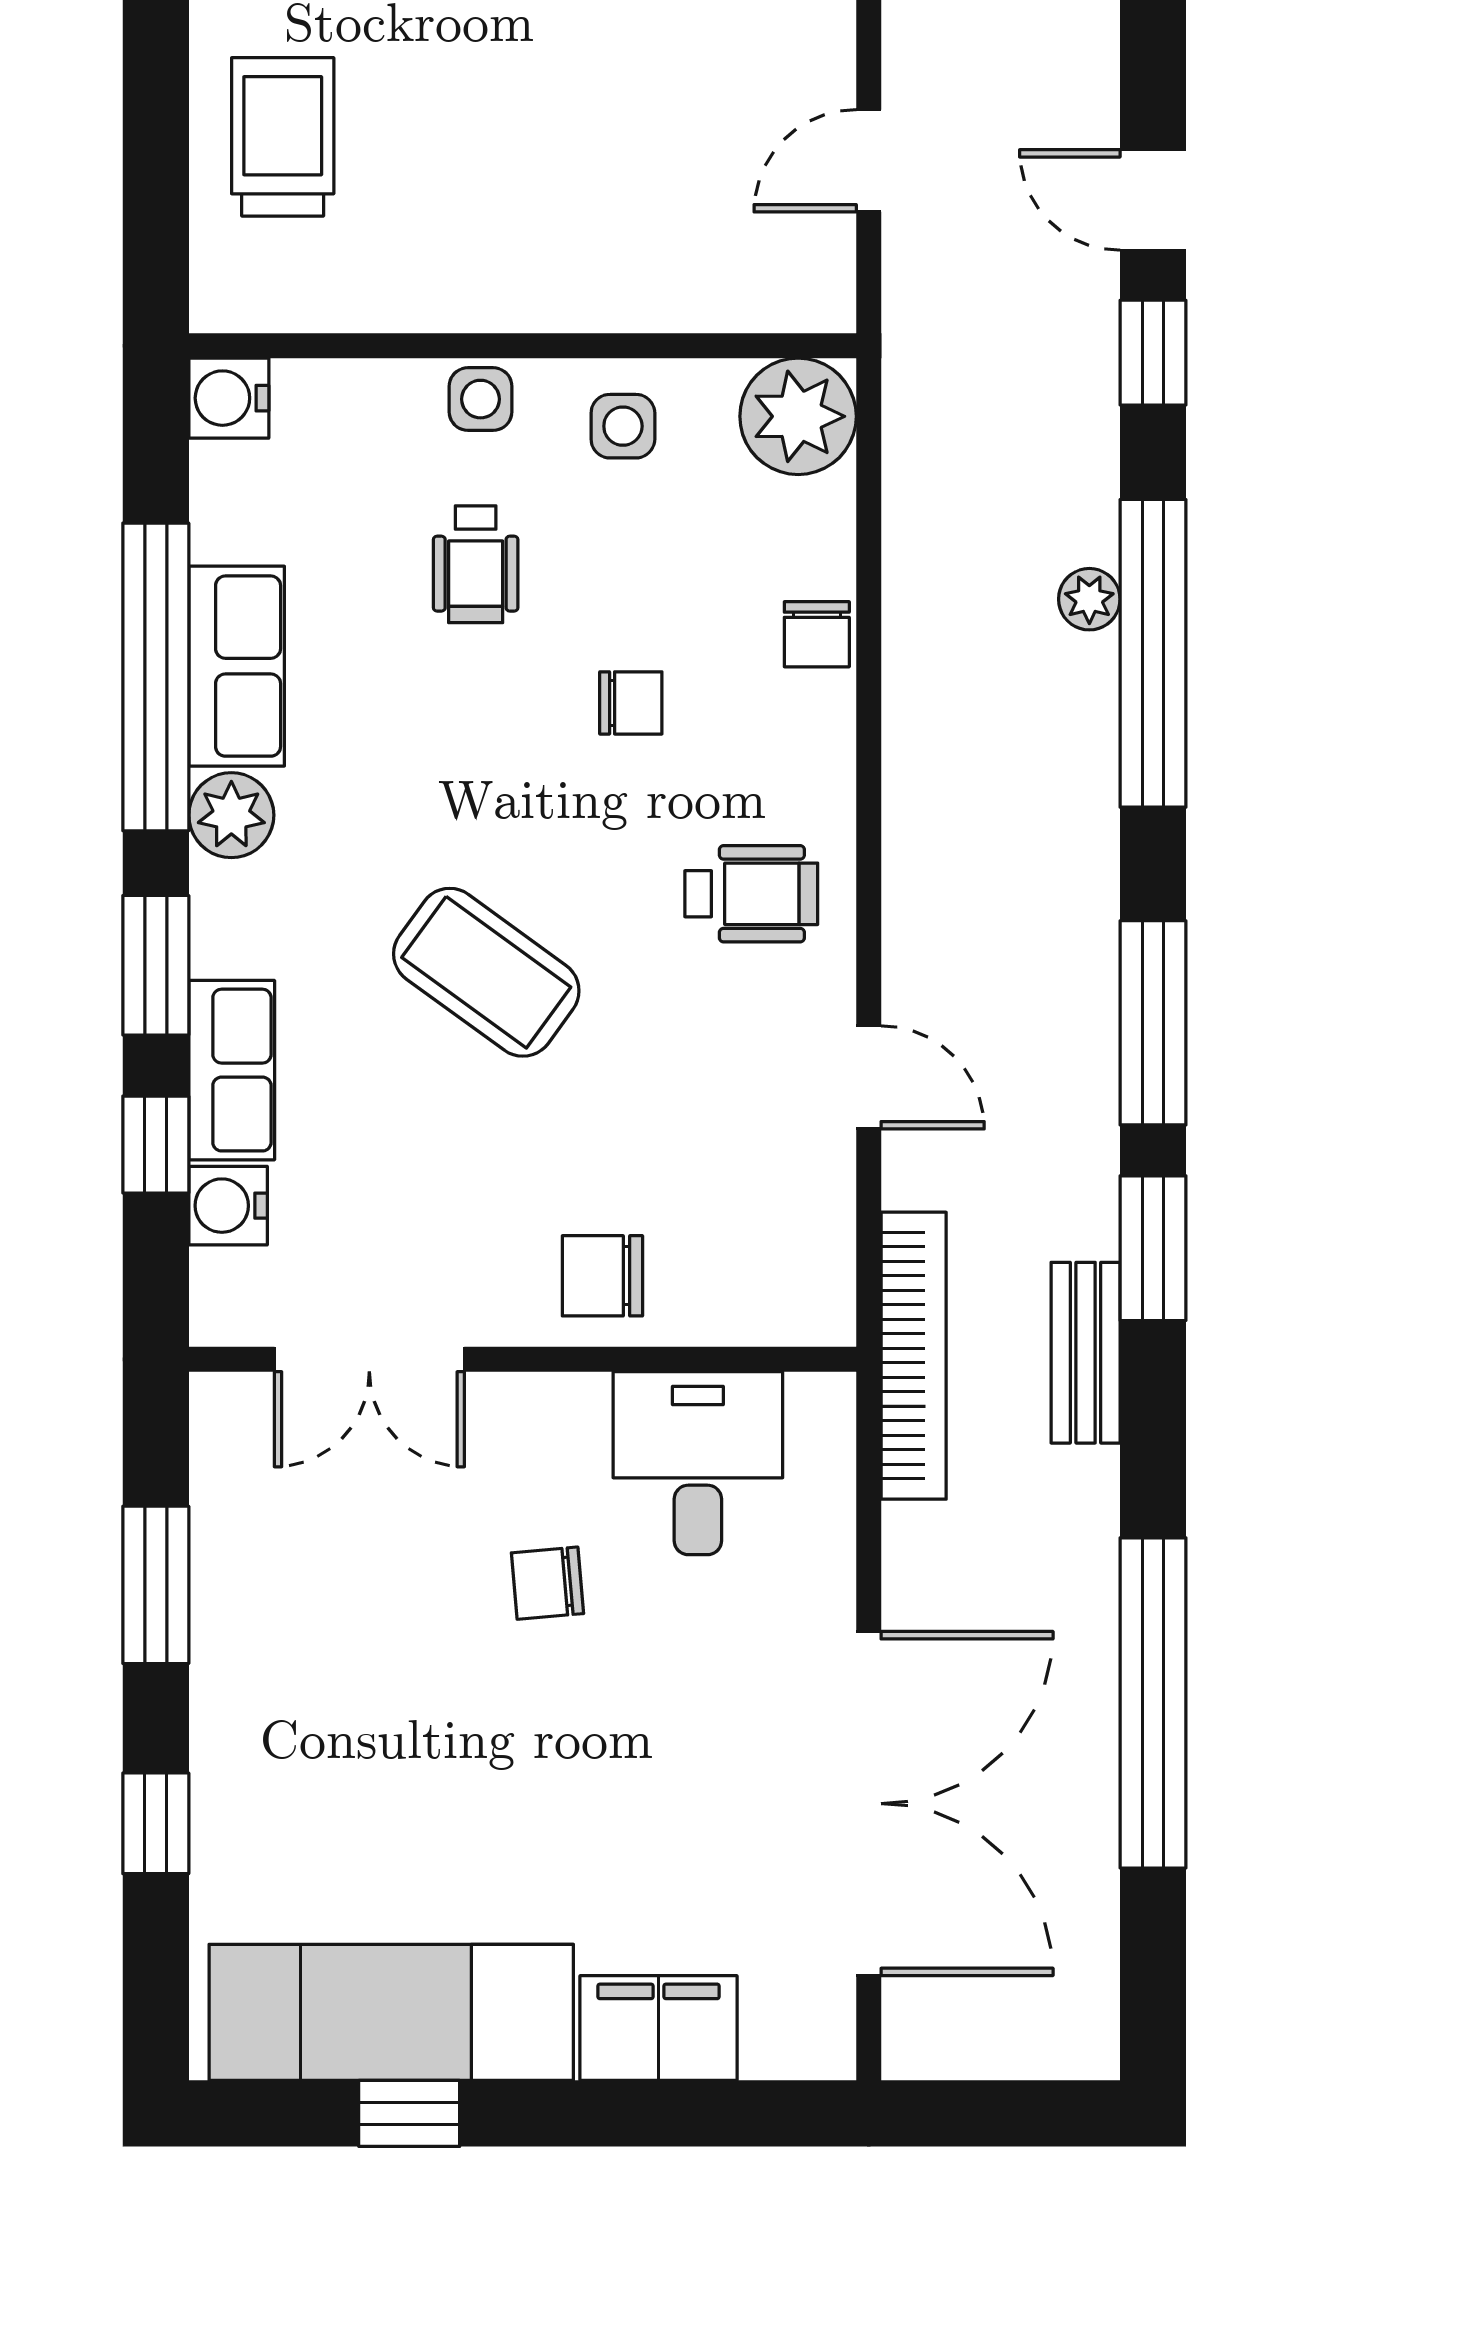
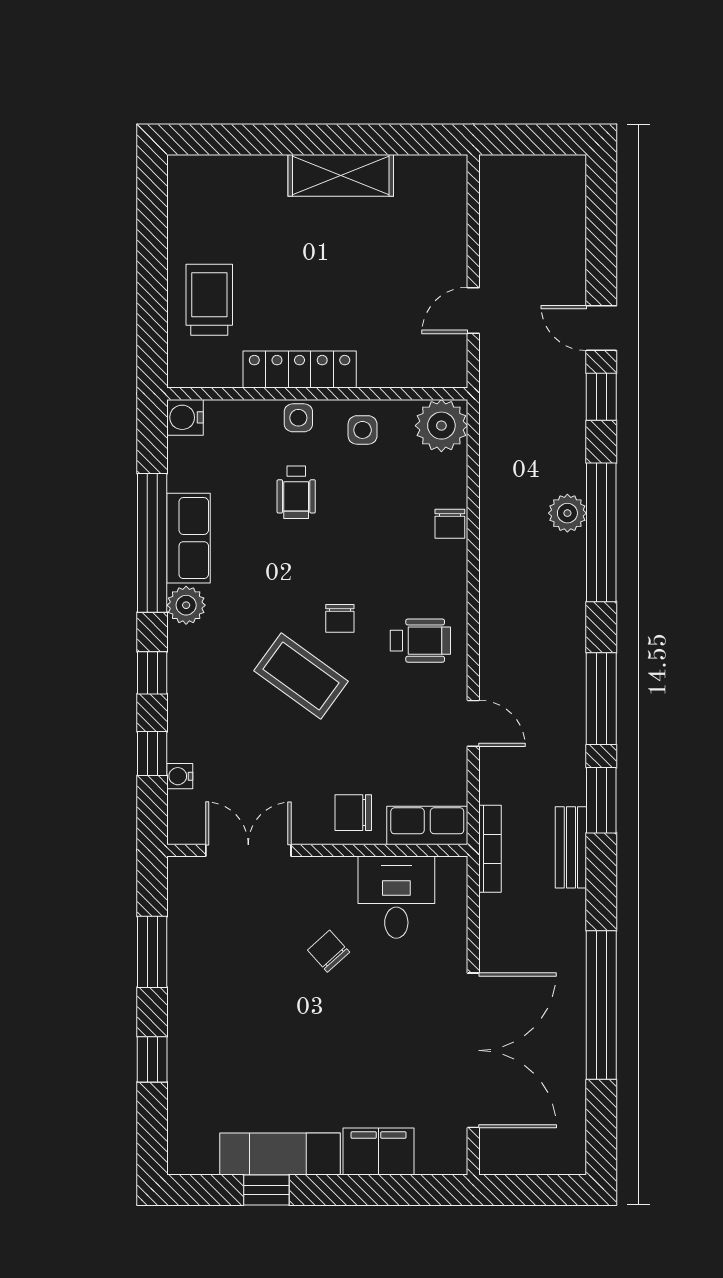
locker: (483, 292) -> (300, 369), added
plant: (1089, 599) -> (567, 513), width x1.38, depth x1.38
chair: (631, 703) -> (340, 618), moved, turned 90
window: (156, 965) -> (152, 673), width x0.67
row of seats: (232, 1070) -> (427, 825), moved, turned -90
water cooler: (228, 1206) -> (180, 776), width x0.72, depth x0.72
bookcase: (914, 1356) -> (490, 849), width x0.68, depth x0.76
double door: (369, 1359) -> (248, 850), swing flipped
chair: (547, 1583) -> (329, 951), turned 53
exam couch: (391, 2012) -> (280, 1154), width x0.73, depth x0.69

